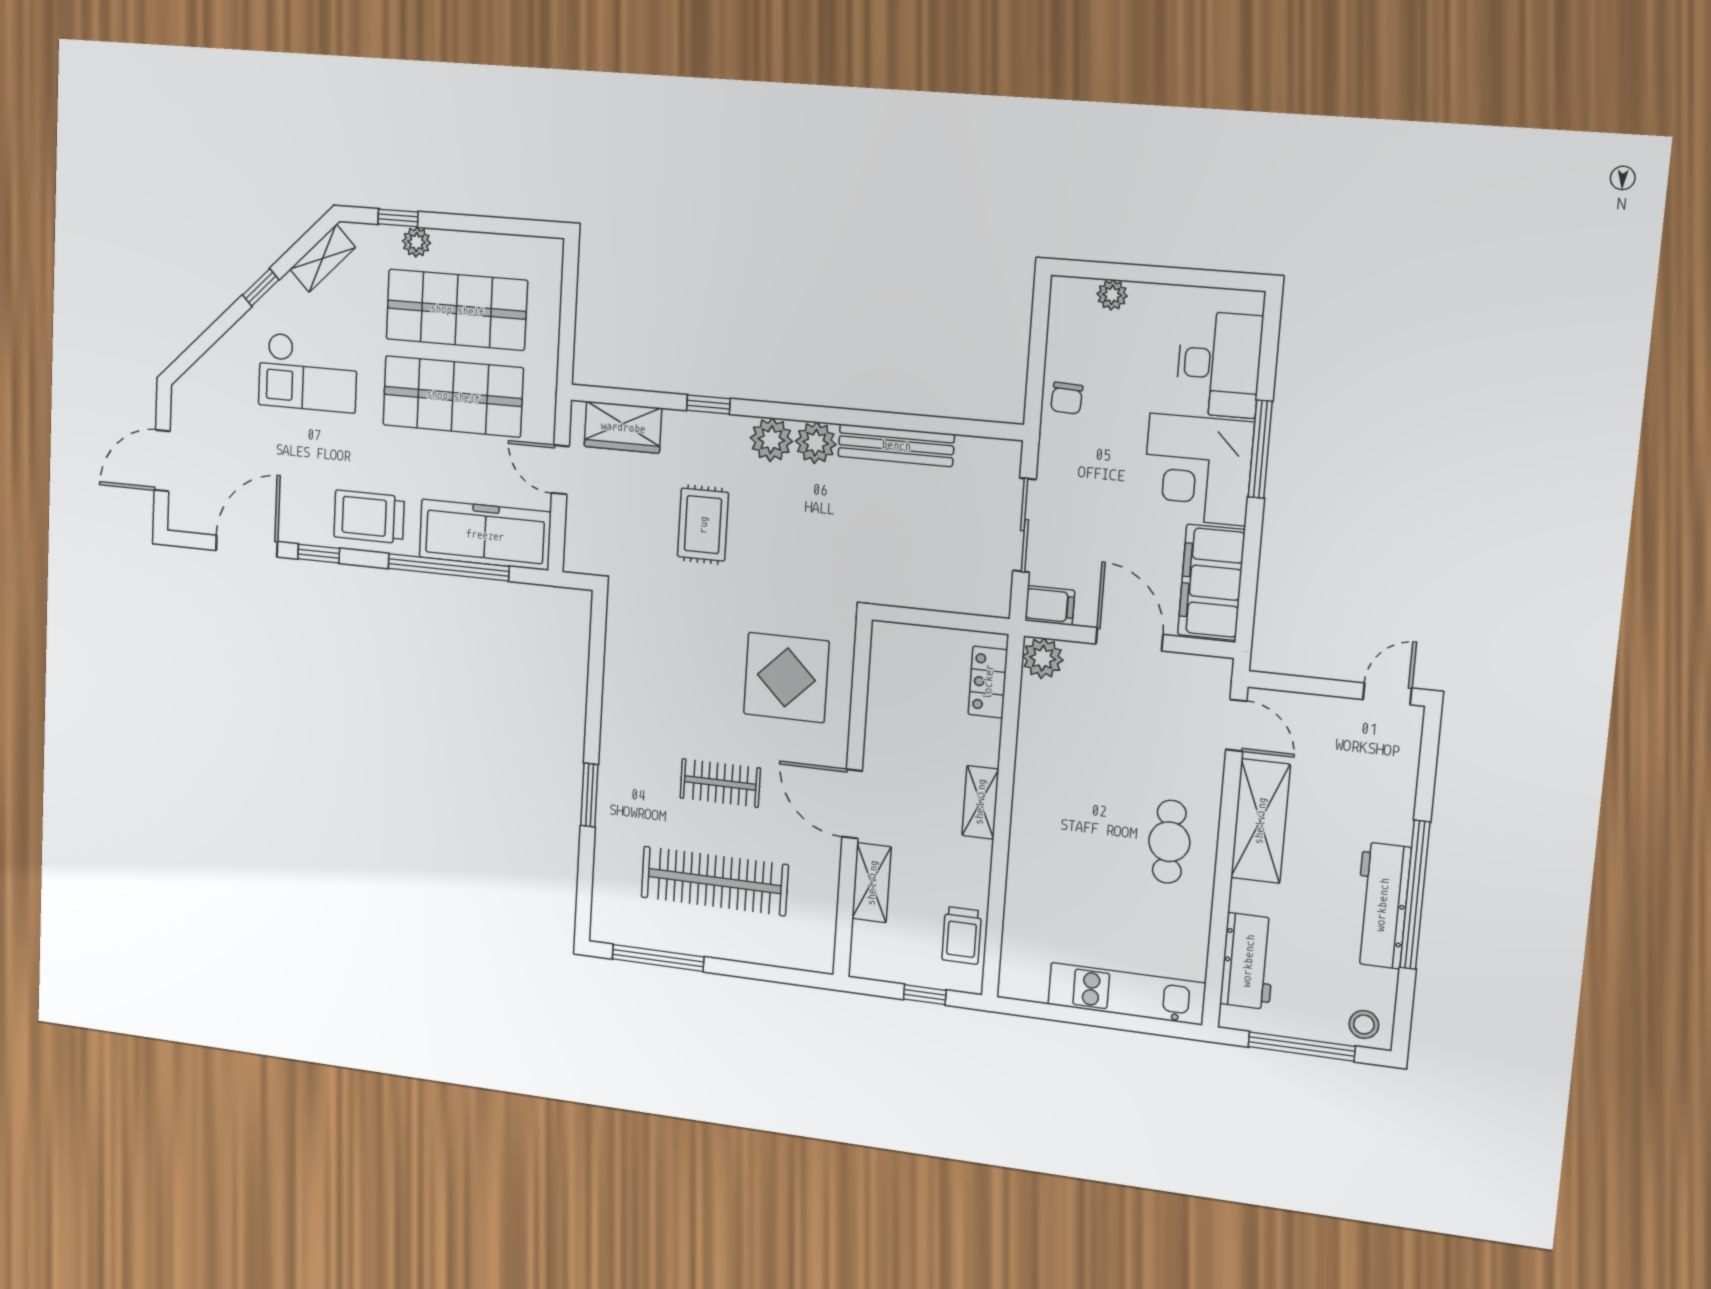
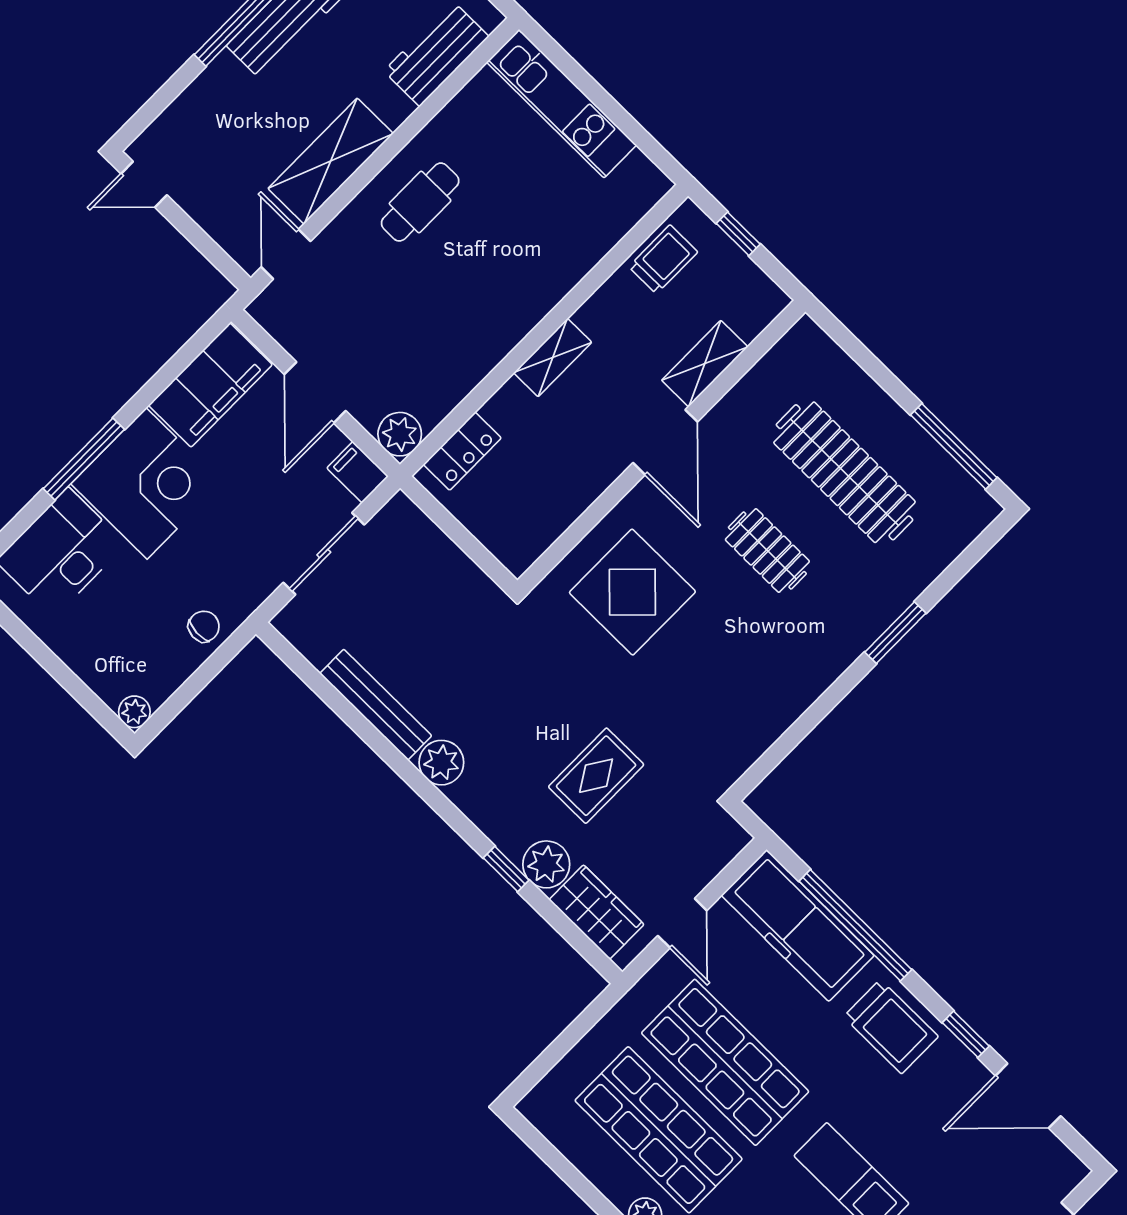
plant: (1112, 295) -> (134, 712), moved
plant: (771, 440) -> (546, 864), moved

